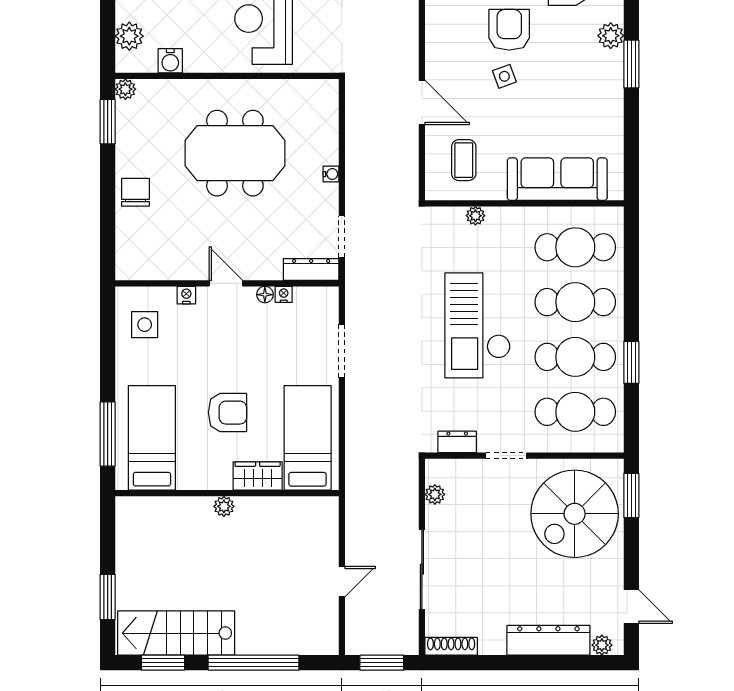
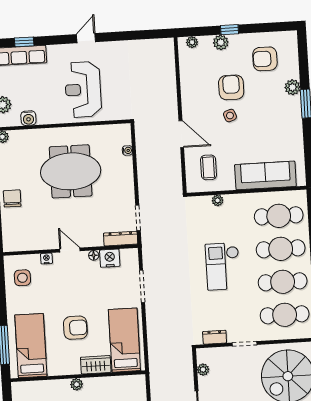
water cooler: (331, 174) -> (127, 150), moved
nightstand: (284, 294) -> (110, 258), width x1.89, depth x1.79
checkout: (478, 325) -> (223, 266), width x0.73, depth x0.83

